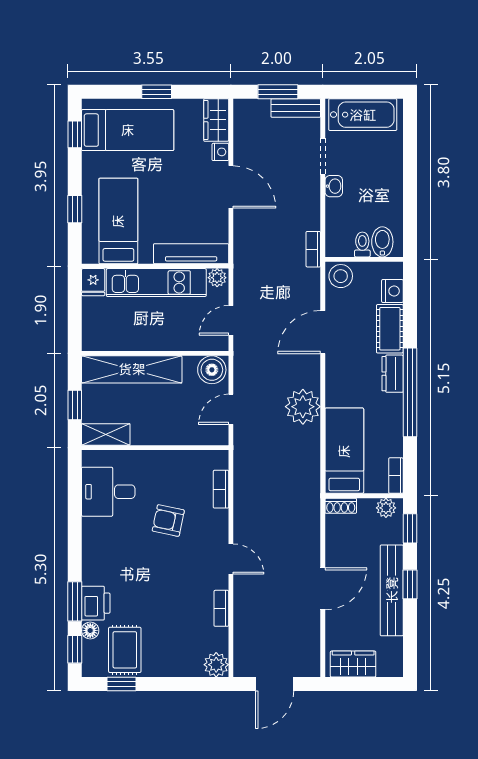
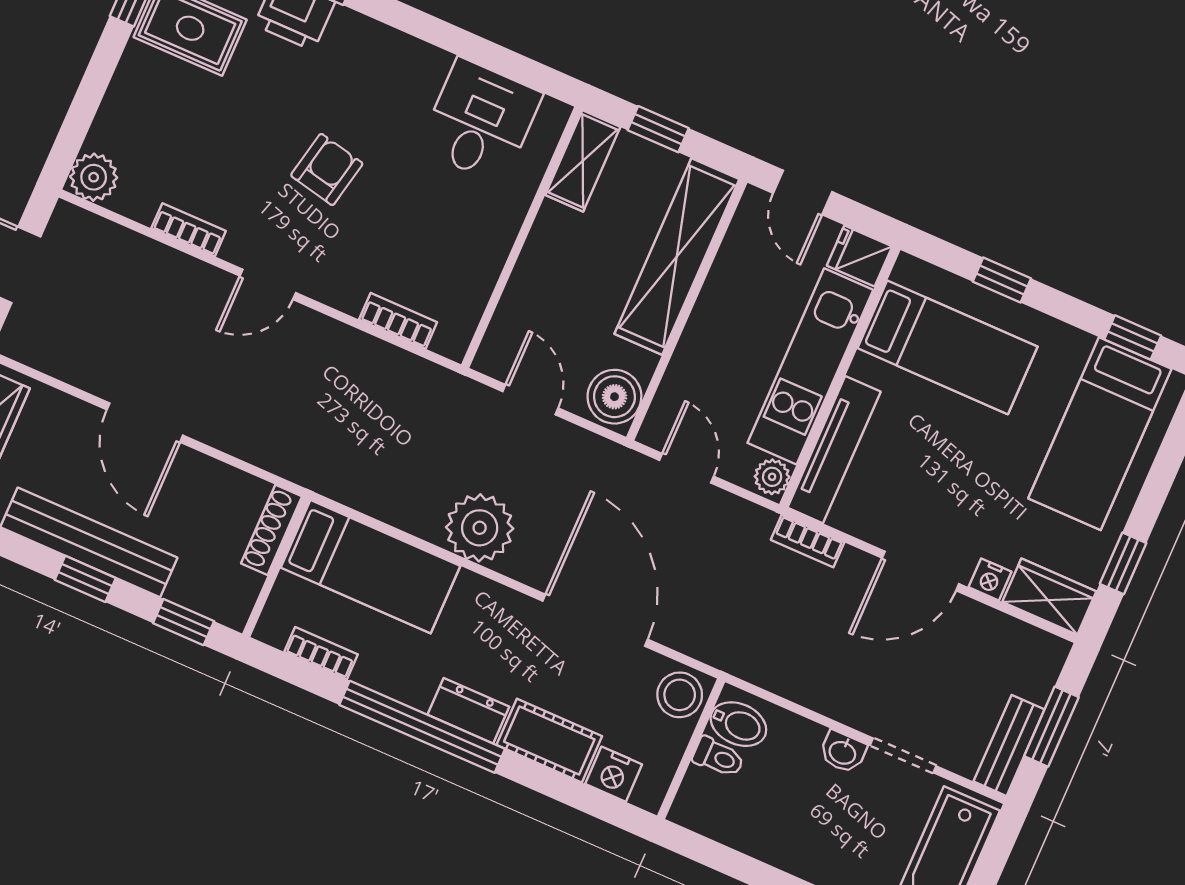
window: (157, 92) -> (1123, 563), moved
bidet: (382, 242) -> (738, 724), moved
bookcase: (313, 249) -> (808, 541), moved, turned 180
door: (75, 323) -> (803, 193), added
door: (323, 332) -> (595, 620), width x1.36
bookcase: (396, 476) -> (321, 653), moved
shoe rack: (341, 506) -> (272, 530), width x1.43
plant: (386, 508) -> (238, 596), removed
armchair: (168, 521) -> (327, 169), moved

